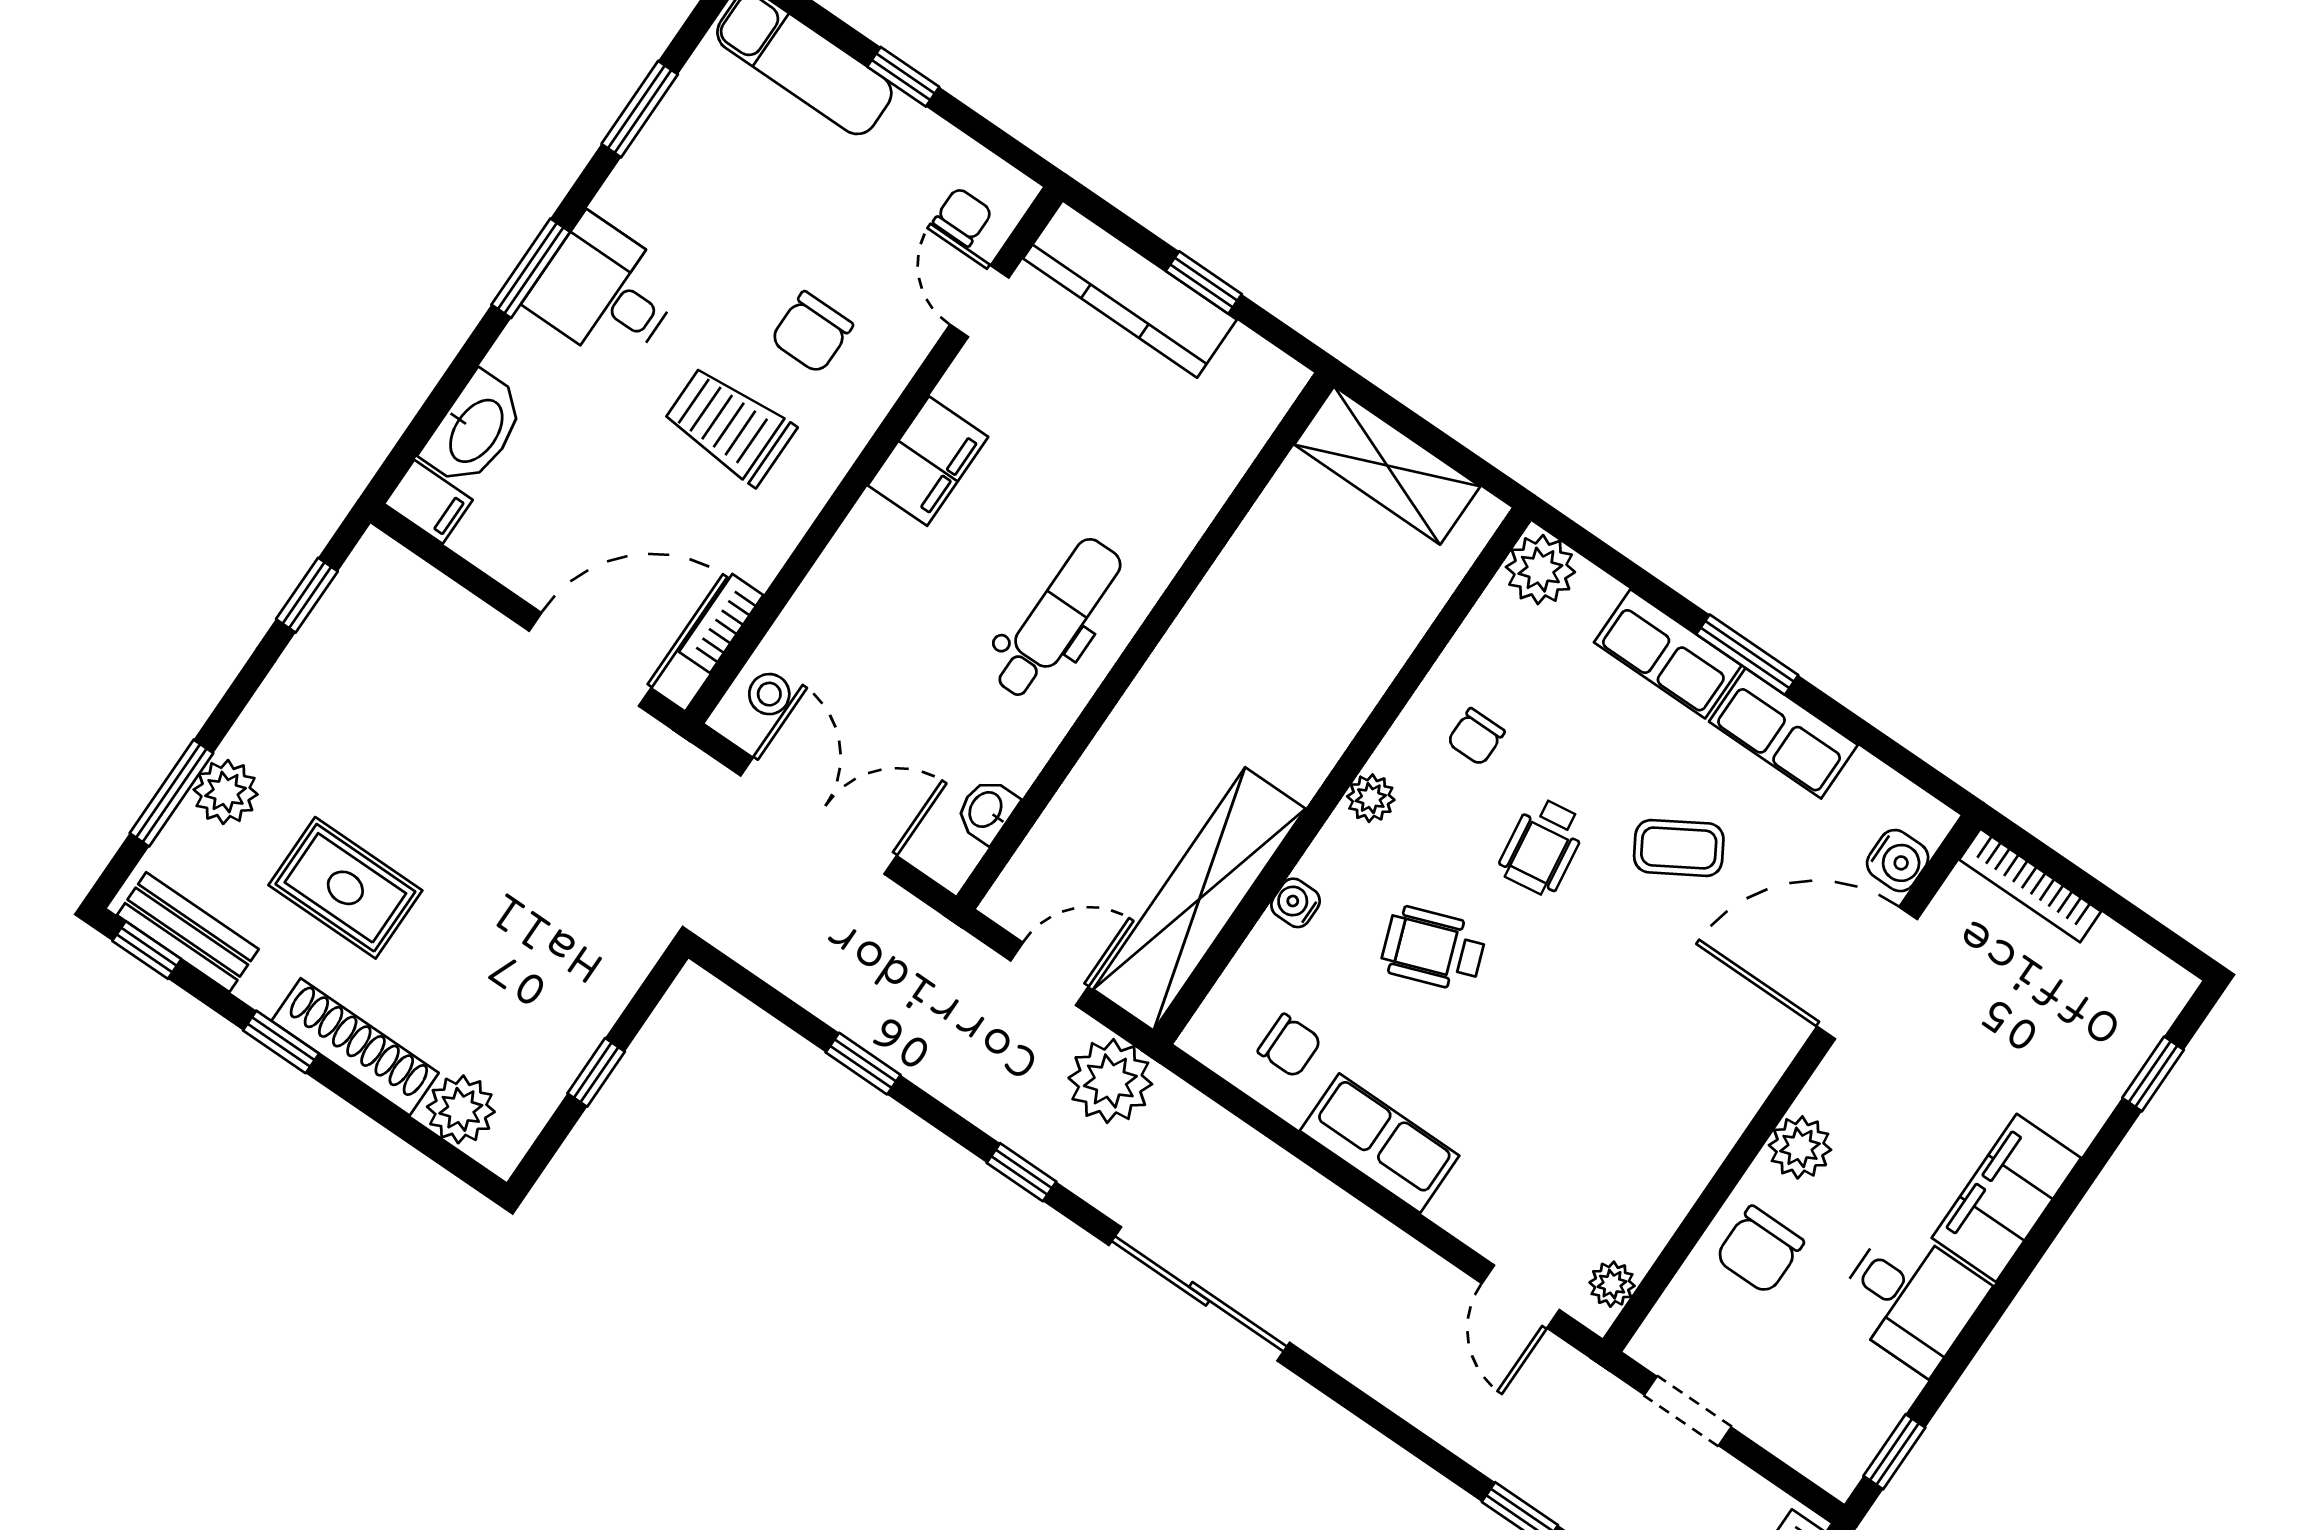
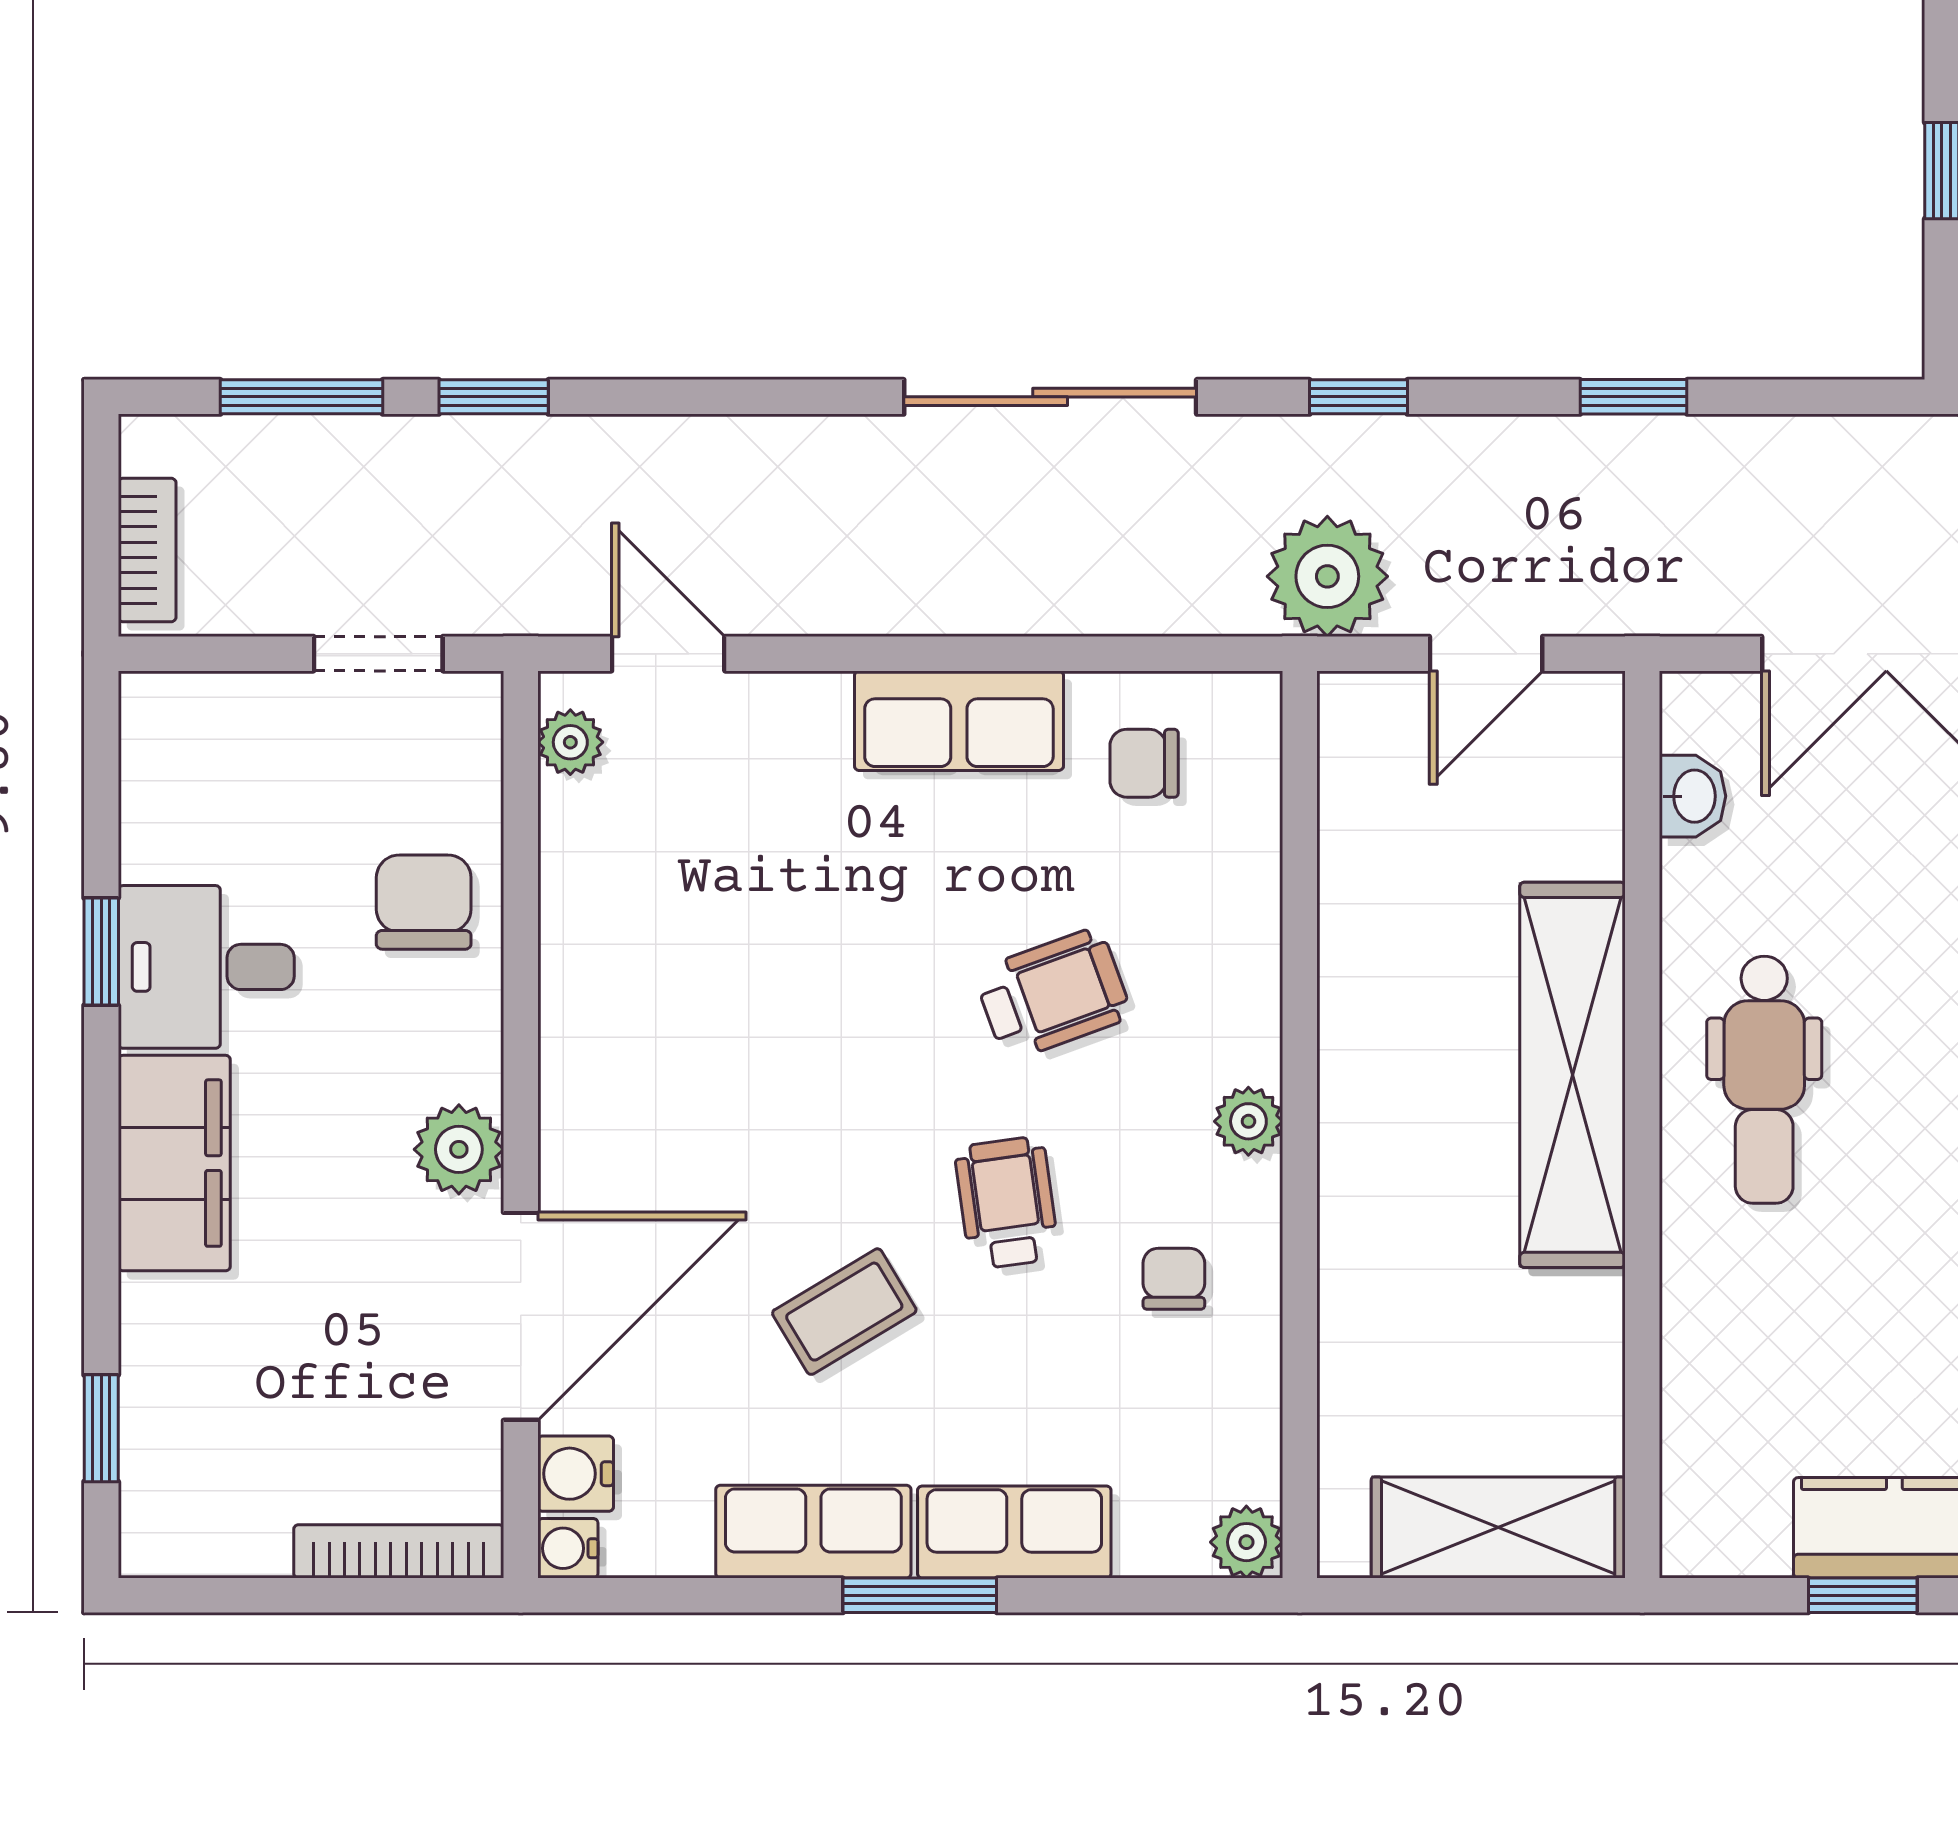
plant: (1540, 570) -> (1246, 1542), width x0.73, depth x0.73
shelving: (1199, 899) -> (1572, 1075), moved
water cooler: (1296, 903) -> (568, 1548), moved, turned 180
plant: (1800, 1147) -> (459, 1149), moved
window: (1894, 1452) -> (101, 952), moved

